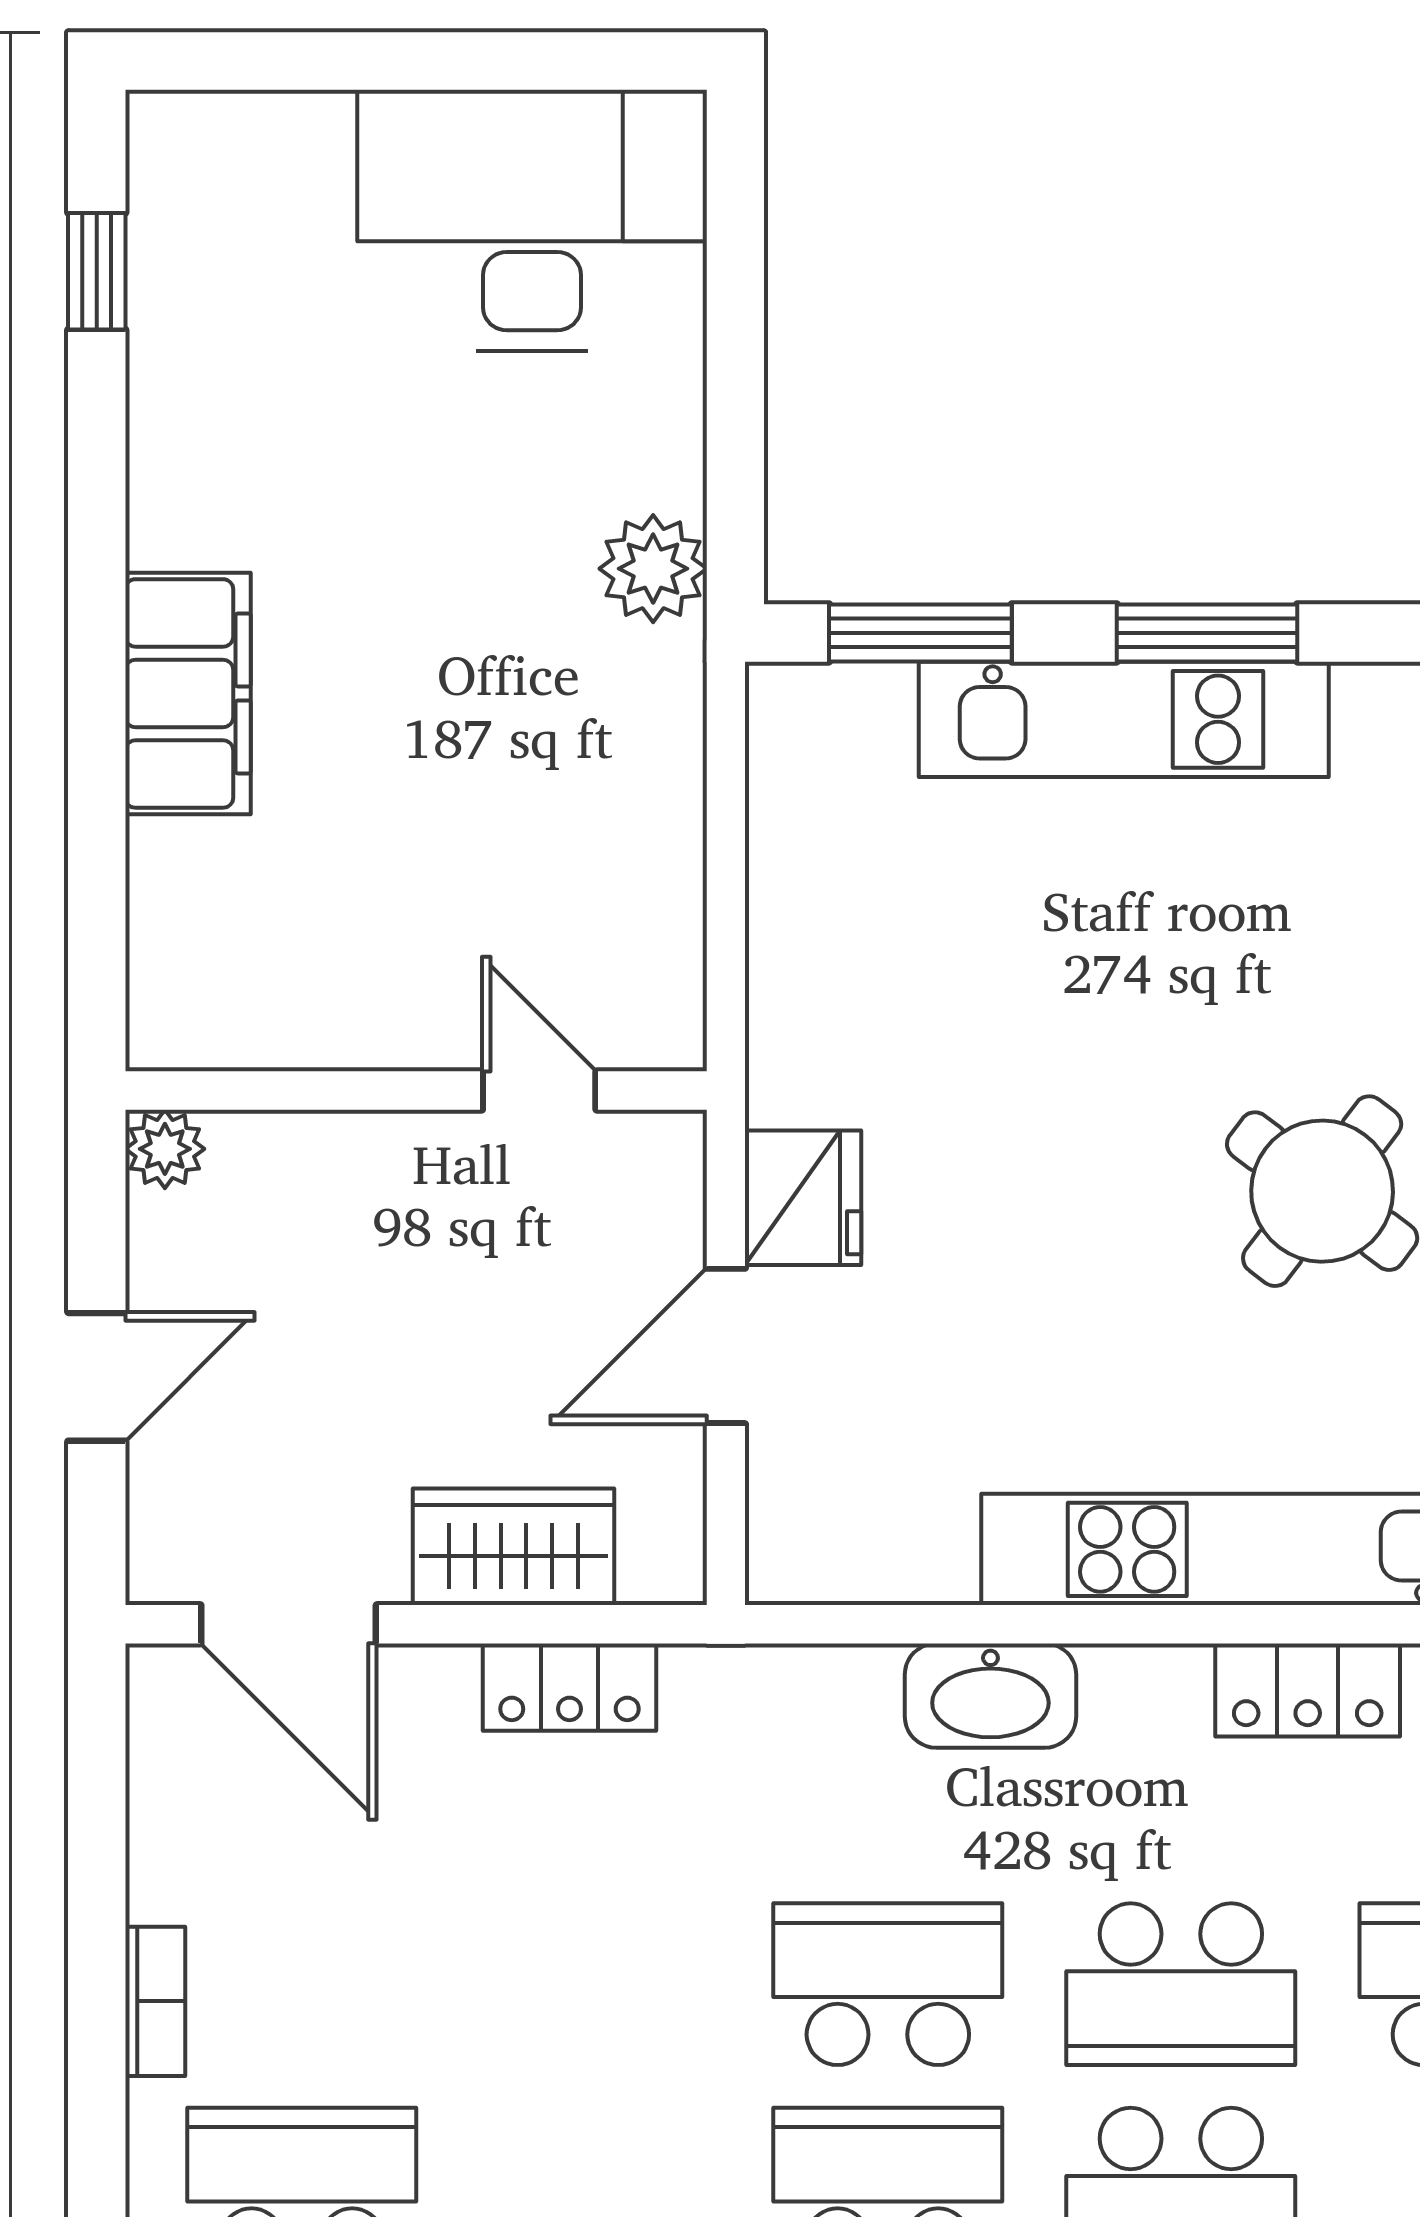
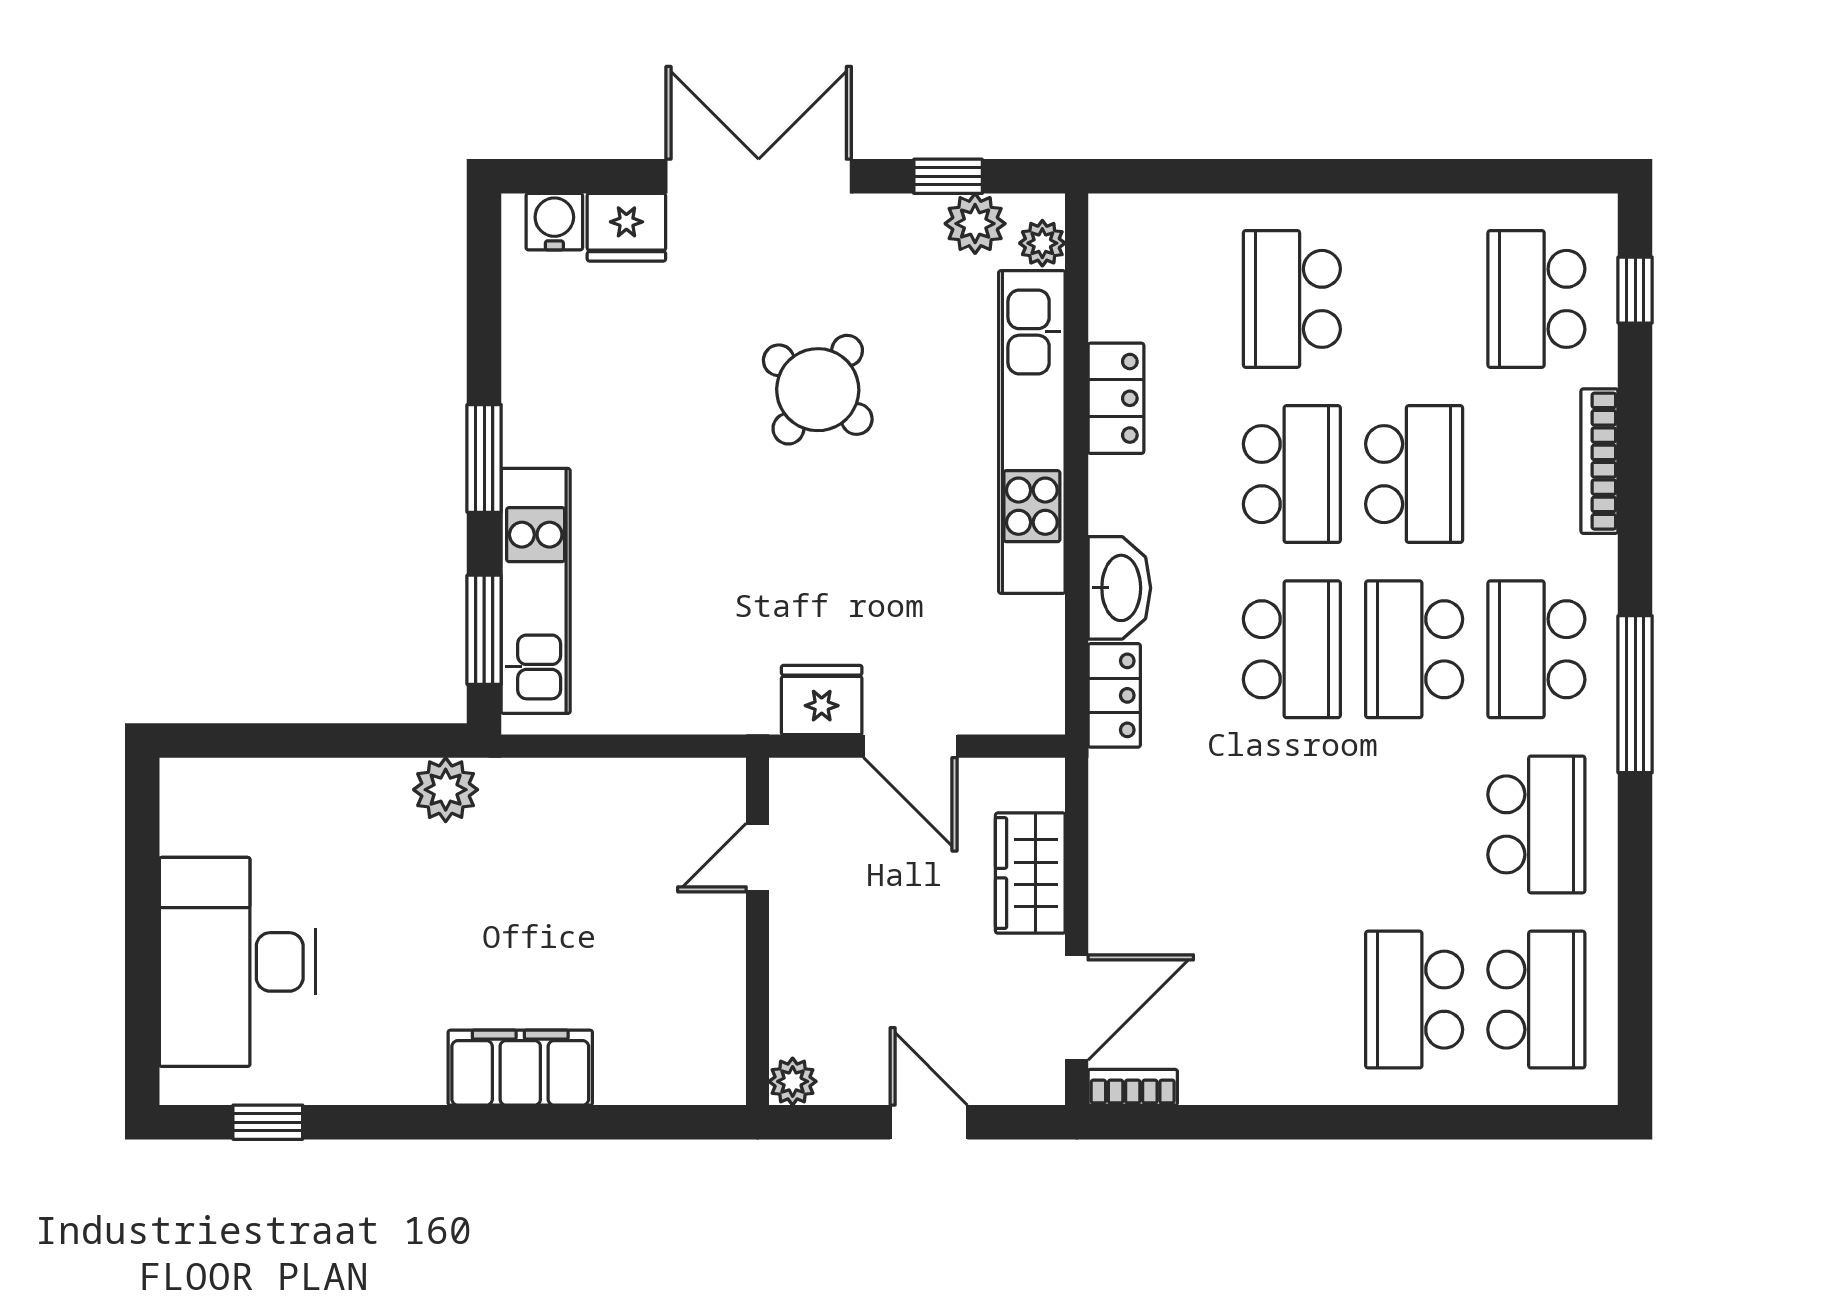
desk: (532, 220) -> (237, 962), moved
kitchen unit: (1124, 719) -> (536, 591), moved
locker: (569, 1687) -> (1114, 695), moved
school desk: (888, 1984) -> (1292, 649), turned 180
bookcase: (155, 2001) -> (1133, 1087), moved

